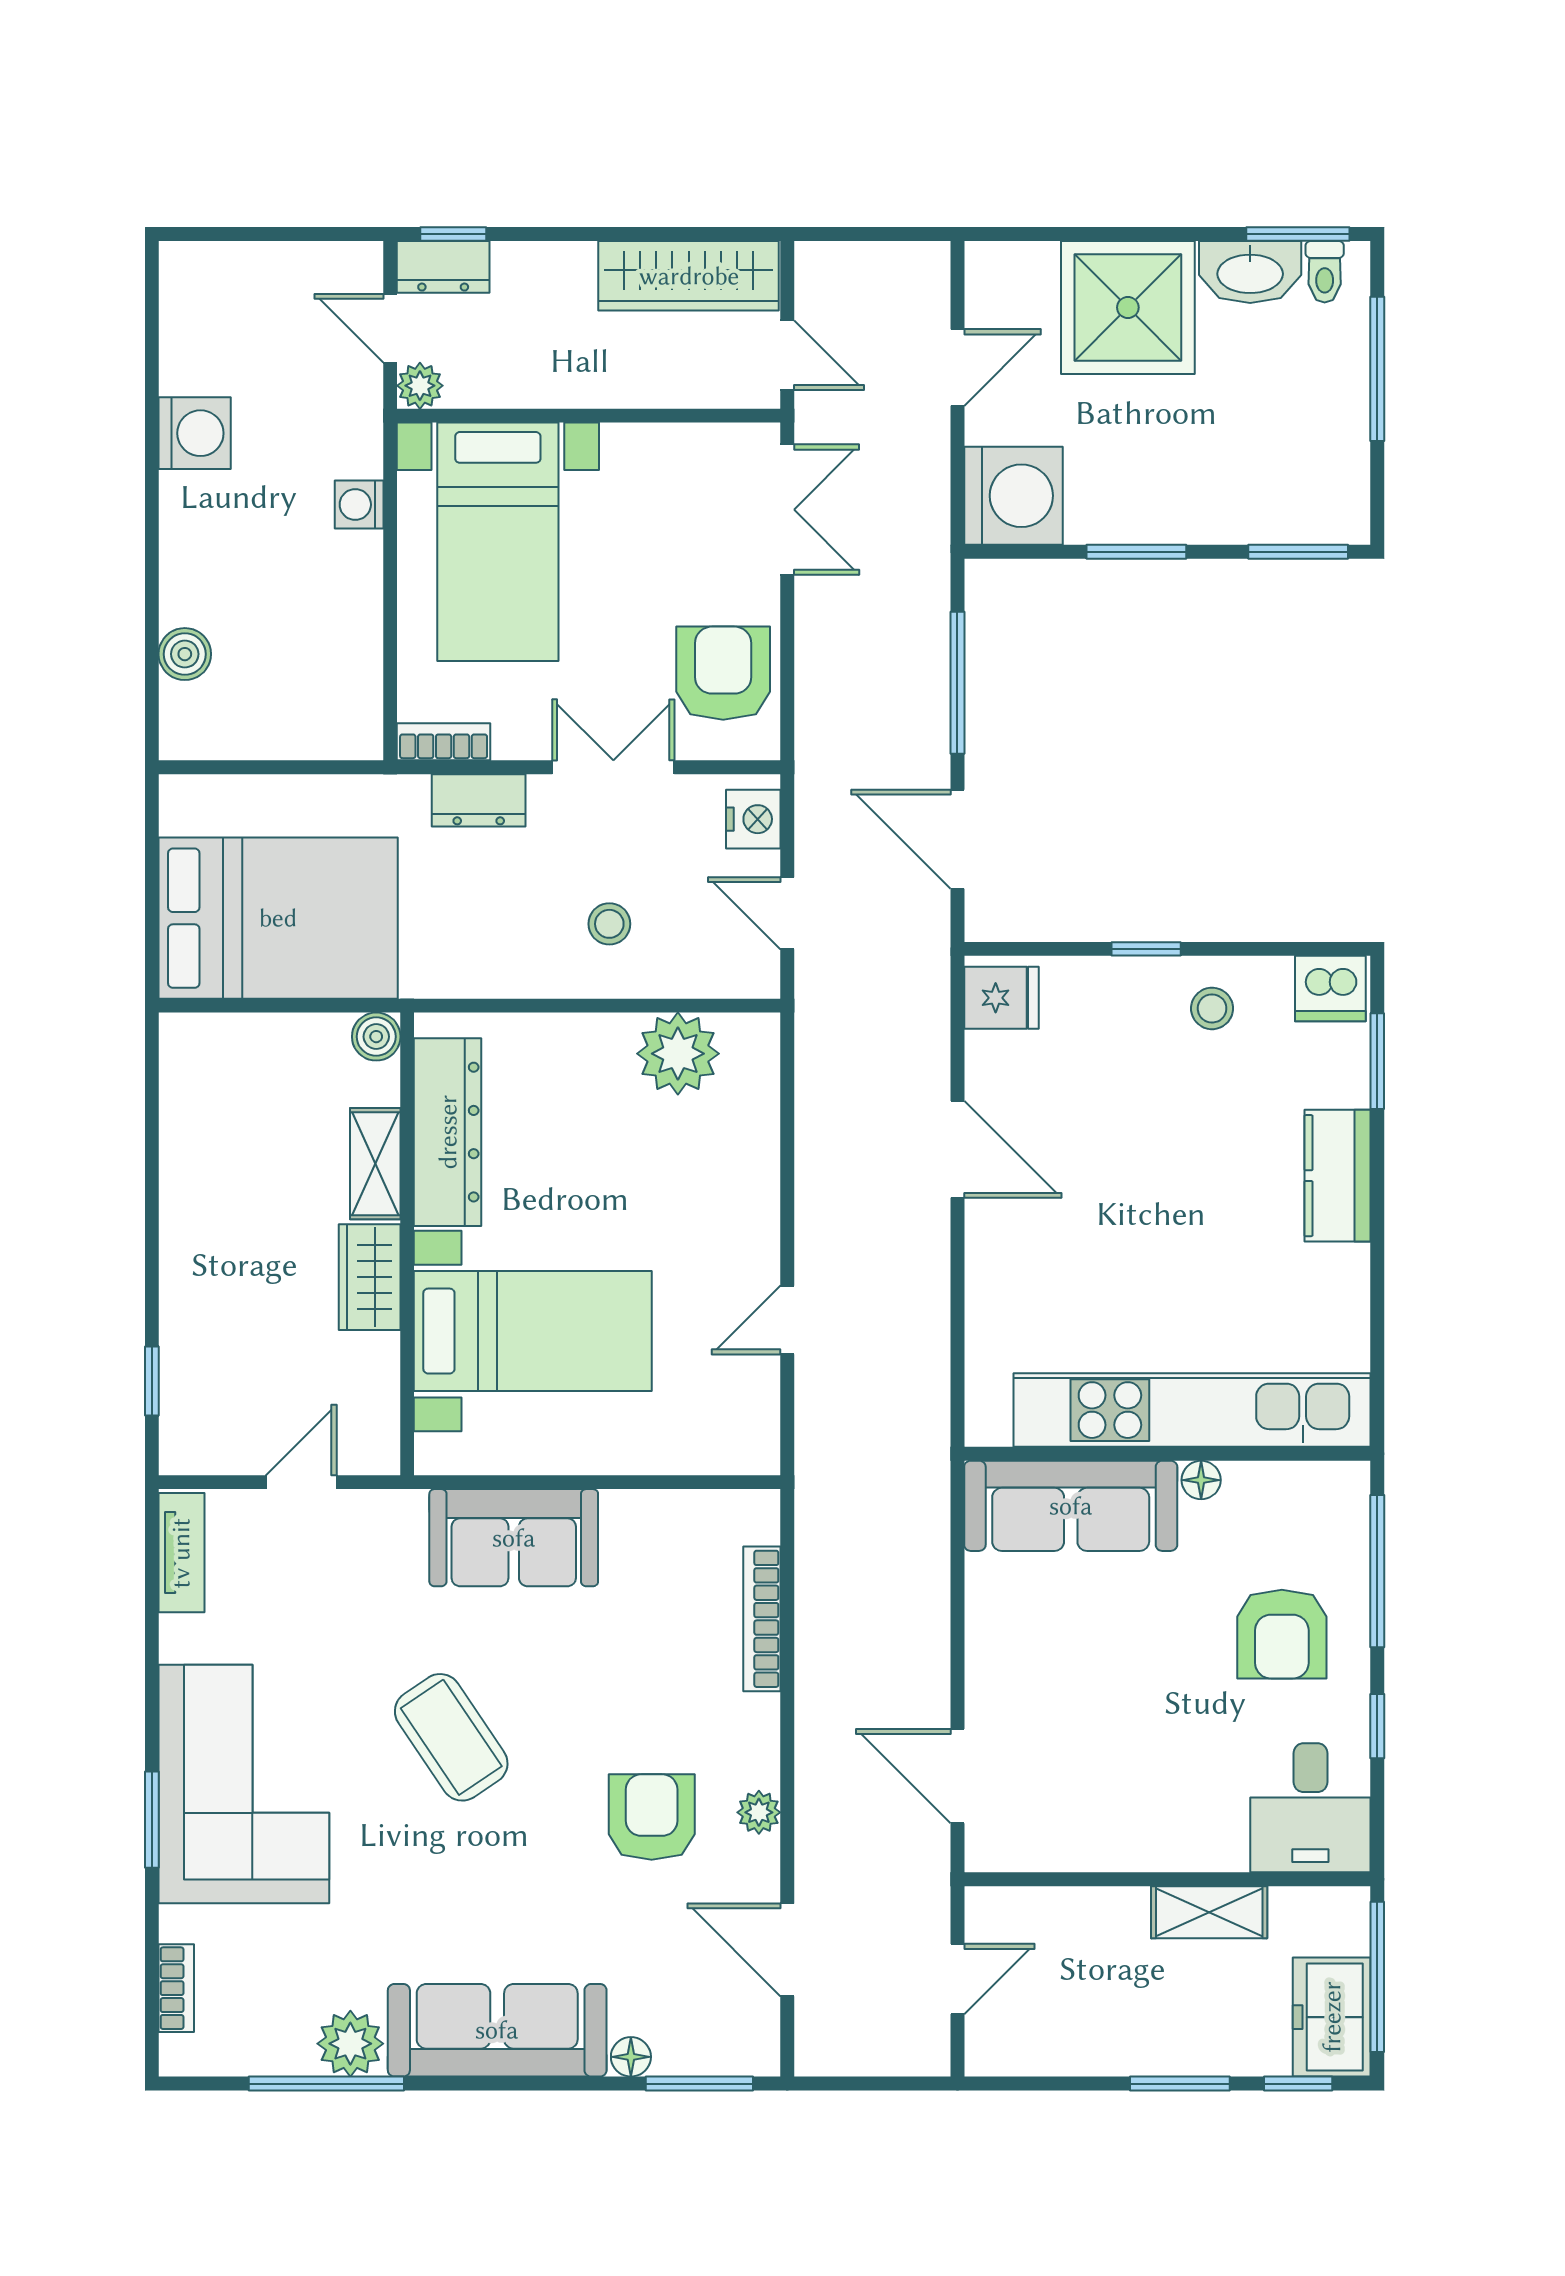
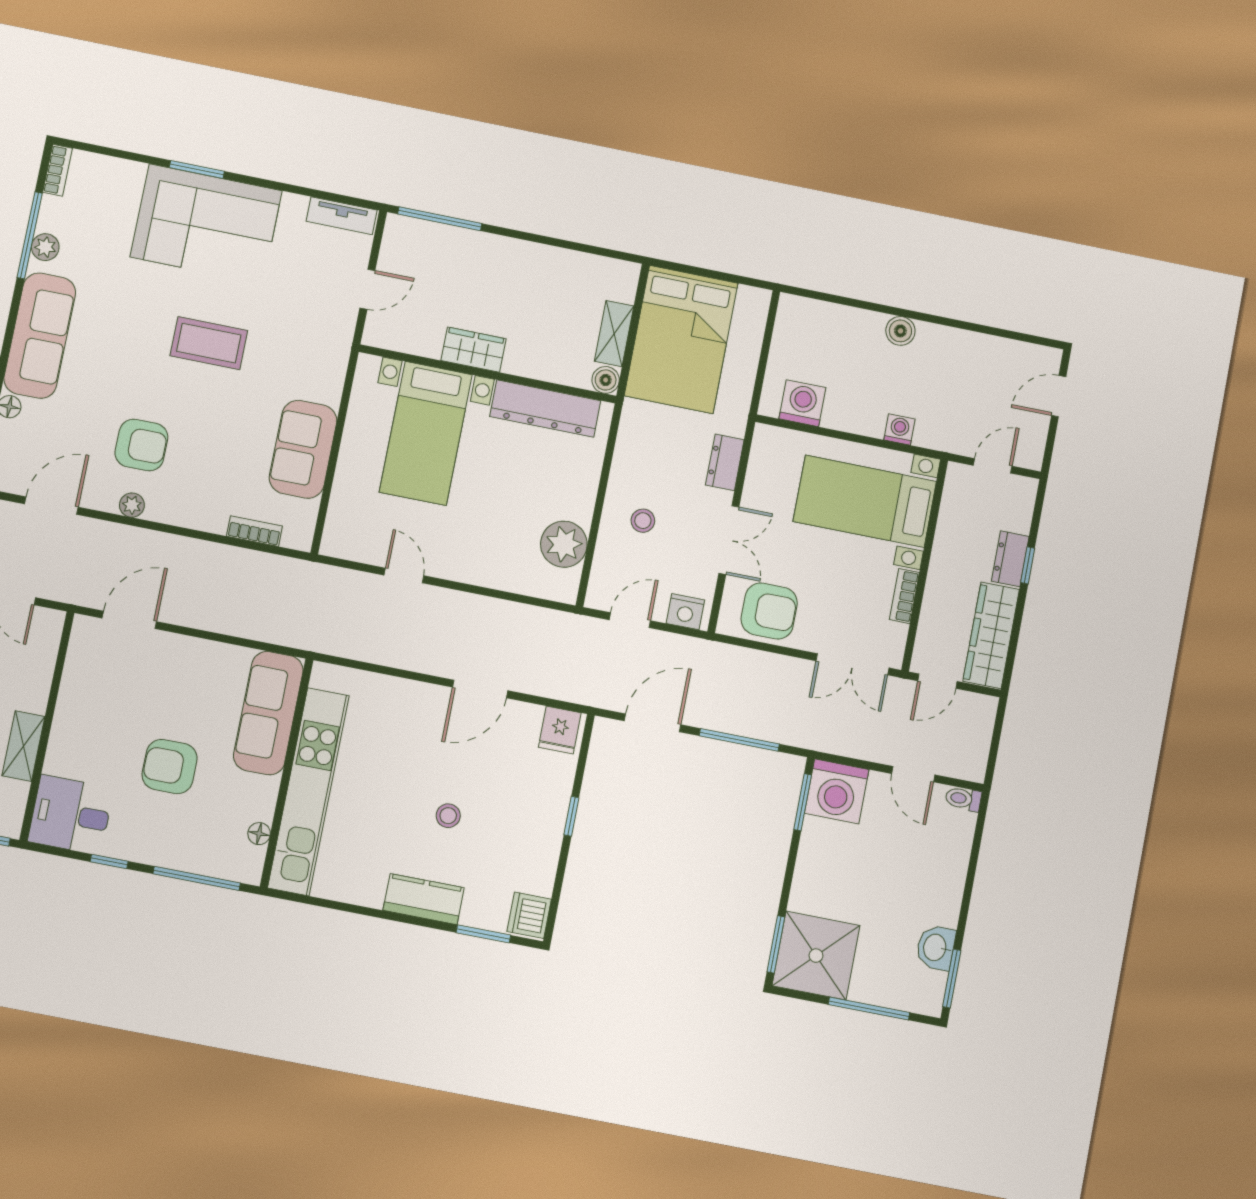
door: (243, 234) -> (1059, 396), added
window: (453, 234) -> (1028, 565), moved
dresser: (443, 267) -> (1010, 559), moved
washbasin: (1250, 272) -> (936, 948), width x0.72
toilet: (1325, 272) -> (963, 799), moved
shower: (1128, 307) -> (816, 956), moved
plant: (420, 386) -> (958, 476), removed
washing machine: (195, 433) -> (802, 403), moved, turned 180
window: (1136, 552) -> (803, 802), moved
boiler: (185, 654) -> (900, 331), moved
bookcase: (444, 742) -> (904, 596), moved, turned 180
stool: (1212, 1008) -> (448, 816), moved
shelving: (375, 1164) -> (614, 334), moved, turned 90
window: (152, 1381) -> (440, 219), width x2.17
floor lamp: (1201, 1480) -> (259, 834), moved
door: (301, 1482) -> (367, 289), hinge flipped
sofa: (514, 1538) -> (303, 449), moved
bookcase: (762, 1619) -> (254, 531), width x0.64
armchair: (1282, 1634) -> (170, 767), moved
coffee table: (451, 1737) -> (209, 343), turned 34
bookcase: (176, 1988) -> (58, 170), moved, turned -90
plant: (350, 2044) -> (45, 247), width x0.73, depth x0.73

